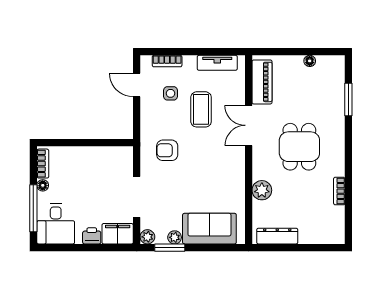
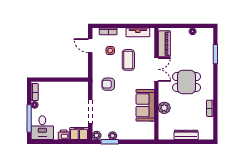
double door: (249, 125) -> (156, 69), swing flipped
dining table: (299, 147) -> (186, 82), turned 90
sofa: (209, 229) -> (145, 105), moved, turned -90
dresser: (277, 236) -> (186, 135), moved

